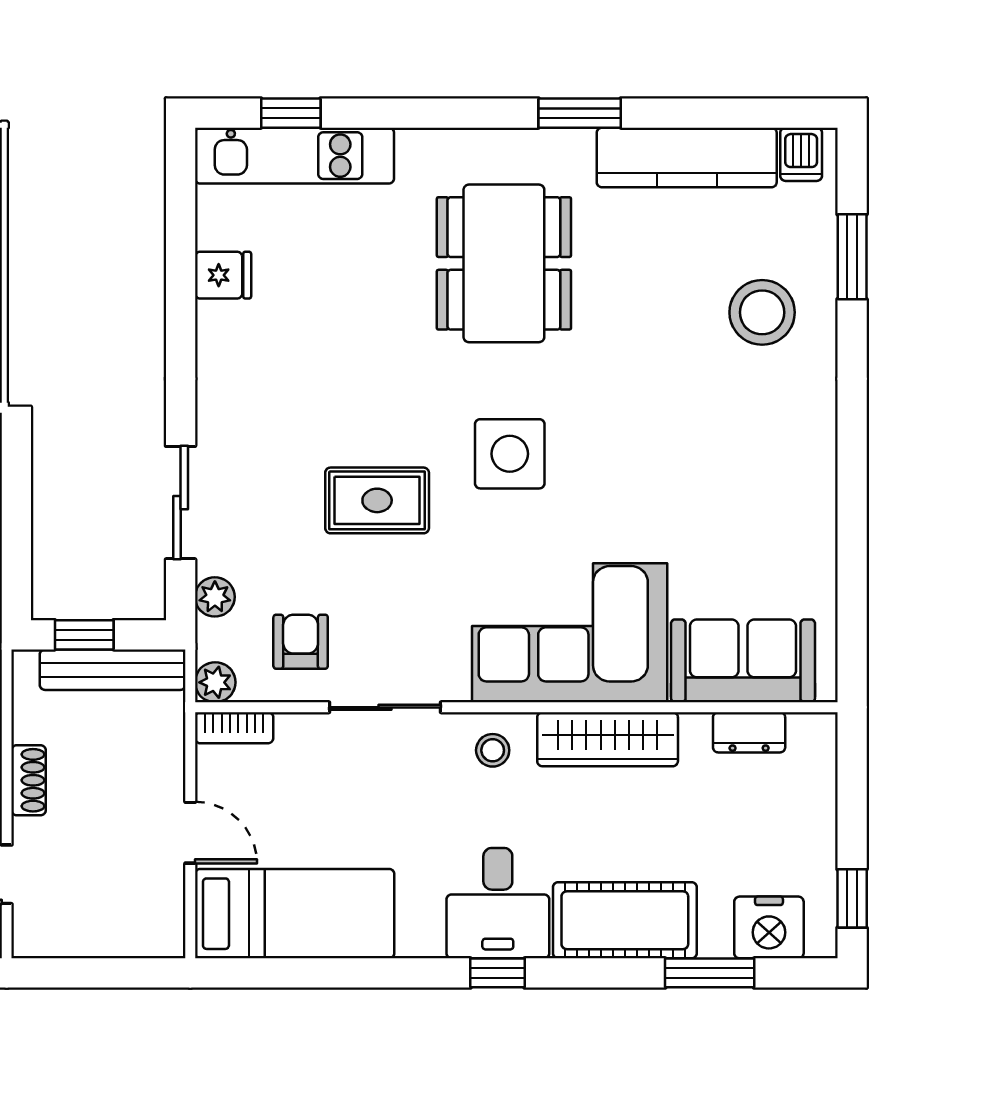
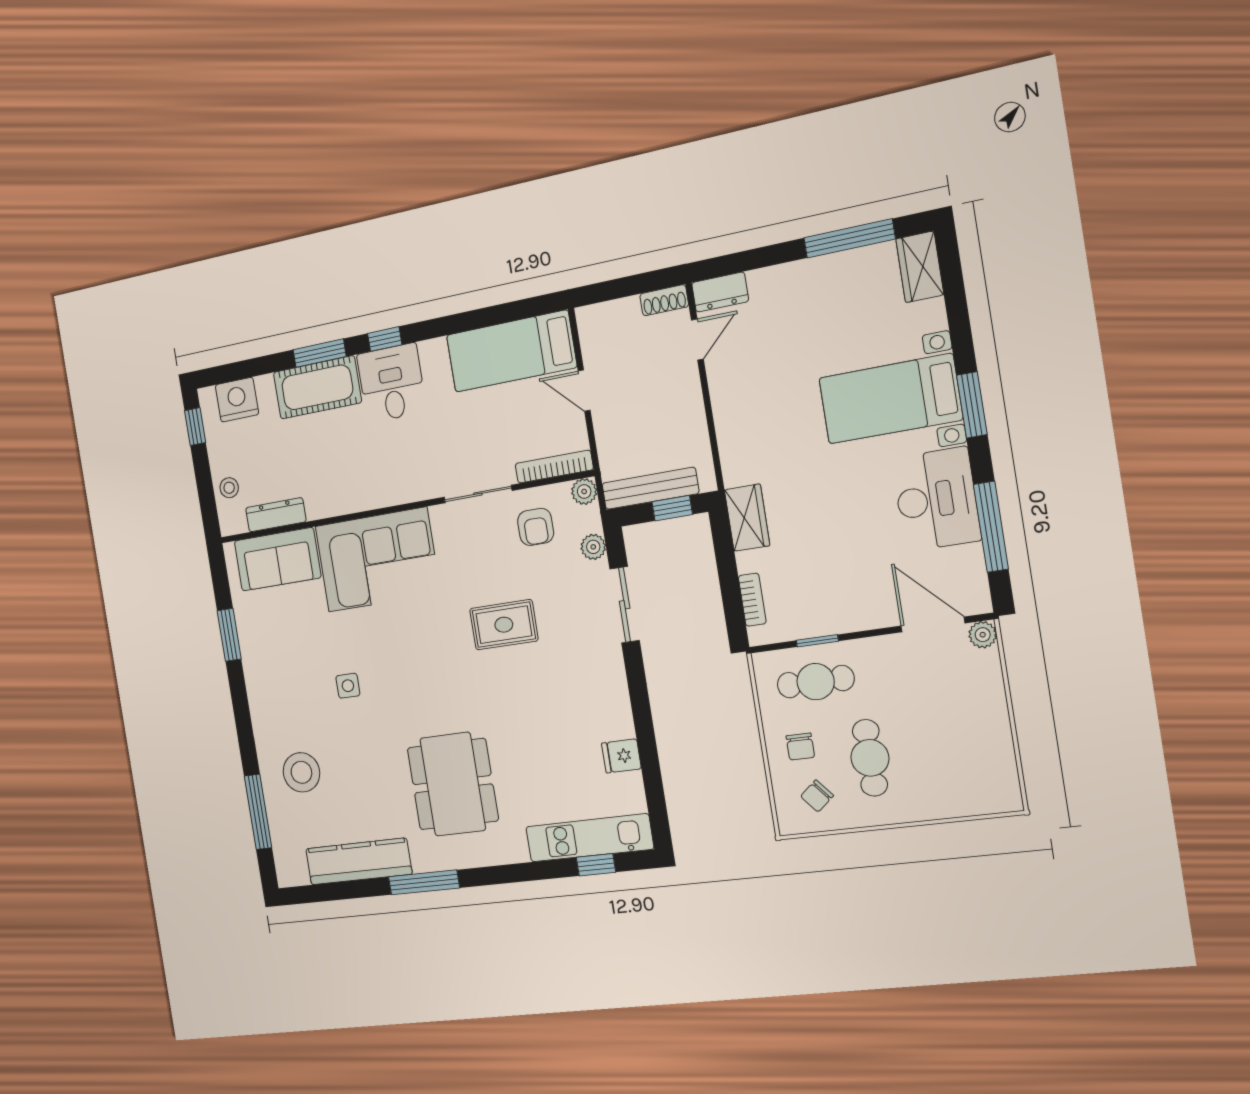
window: (580, 113) -> (424, 882), width x1.44
dishwasher: (801, 154) -> (296, 870), removed
window: (852, 257) -> (258, 812), width x1.44
side table: (510, 454) -> (348, 686), moved, width x0.54, depth x0.54
window: (852, 552) -> (229, 635), added
bookcase: (234, 728) -> (554, 467), width x1.56
dresser: (749, 732) -> (276, 515), width x1.44
wardrobe: (608, 739) -> (345, 498), removed
stool: (493, 750) -> (229, 488), moved
shoe rack: (29, 780) -> (664, 300), moved, turned -90
window: (710, 973) -> (320, 353), moved

